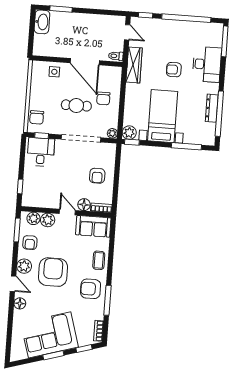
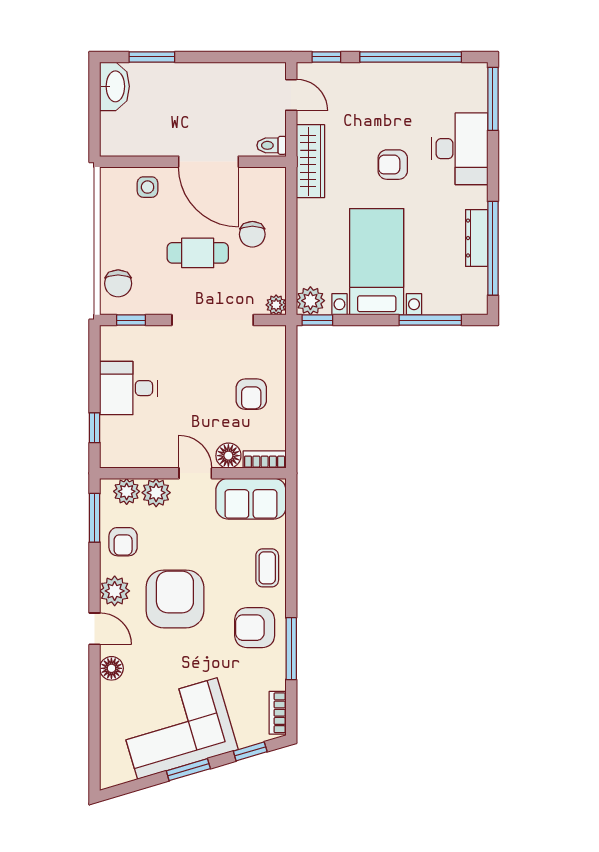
desk: (41, 152) -> (128, 388), moved, turned -90

